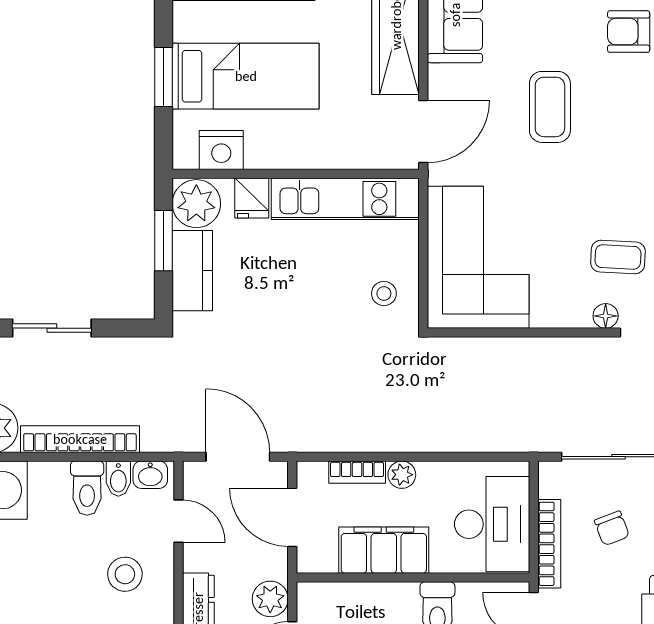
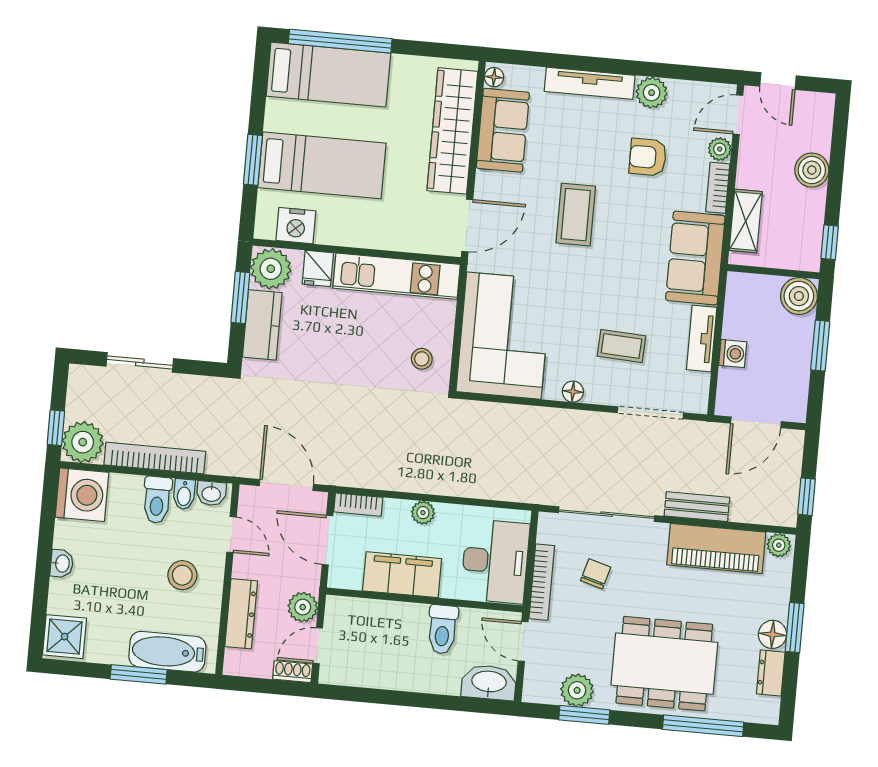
floor lamp: (606, 316) -> (573, 392), moved
bookcase: (357, 472) -> (358, 505), moved
chair: (612, 528) -> (596, 574), turned -143

